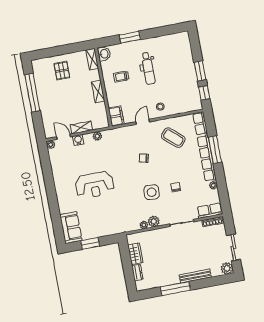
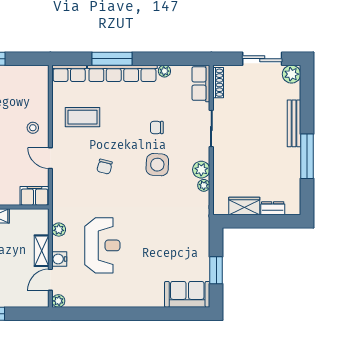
window: (204, 93) -> (25, 59), removed
coffee table: (173, 138) -> (82, 117), turned 49
reception desk: (95, 185) -> (102, 245), moved

